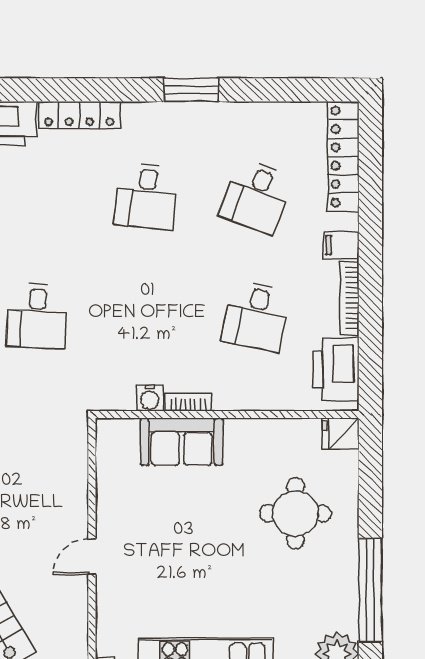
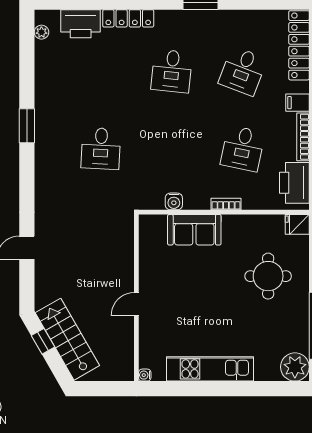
bookcase: (188, 402) -> (226, 204), moved

